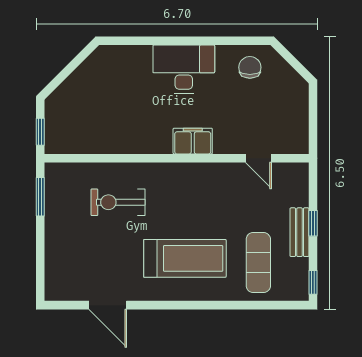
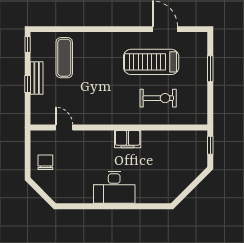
chair: (250, 67) -> (45, 162), moved, turned 180
filing cabinet: (193, 141) -> (128, 139), moved
window: (40, 197) -> (210, 69), moved
treadmill: (185, 258) -> (151, 62), moved

